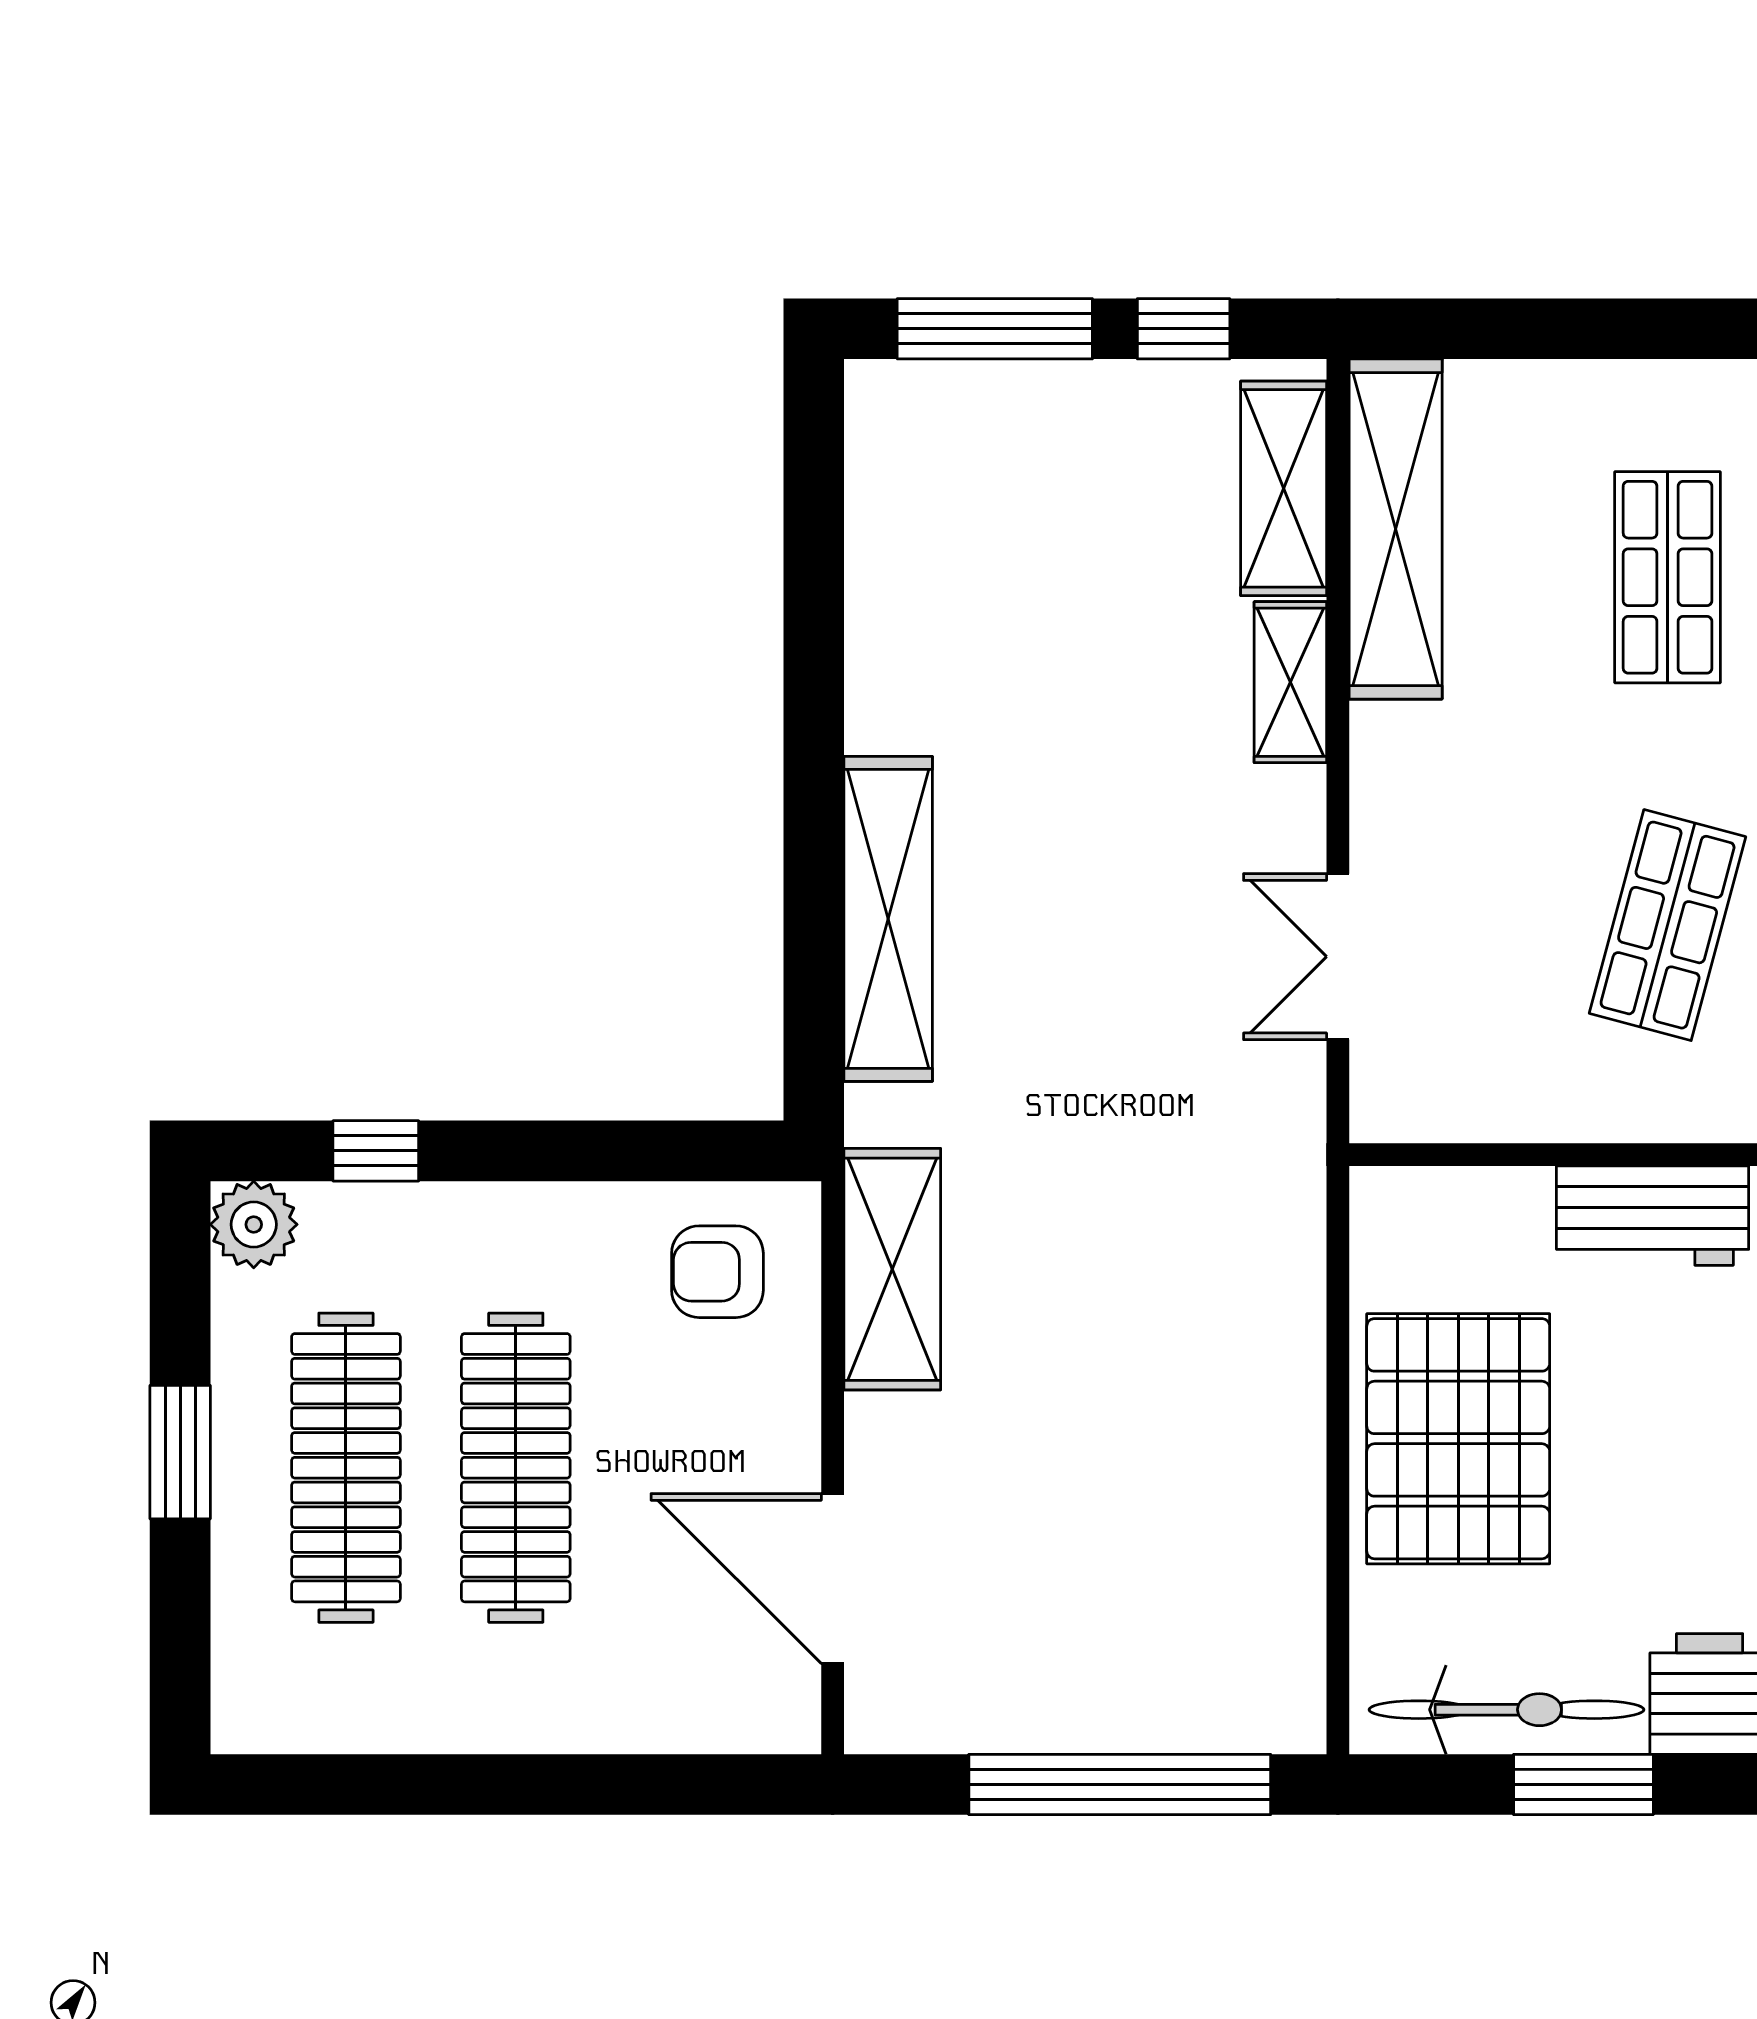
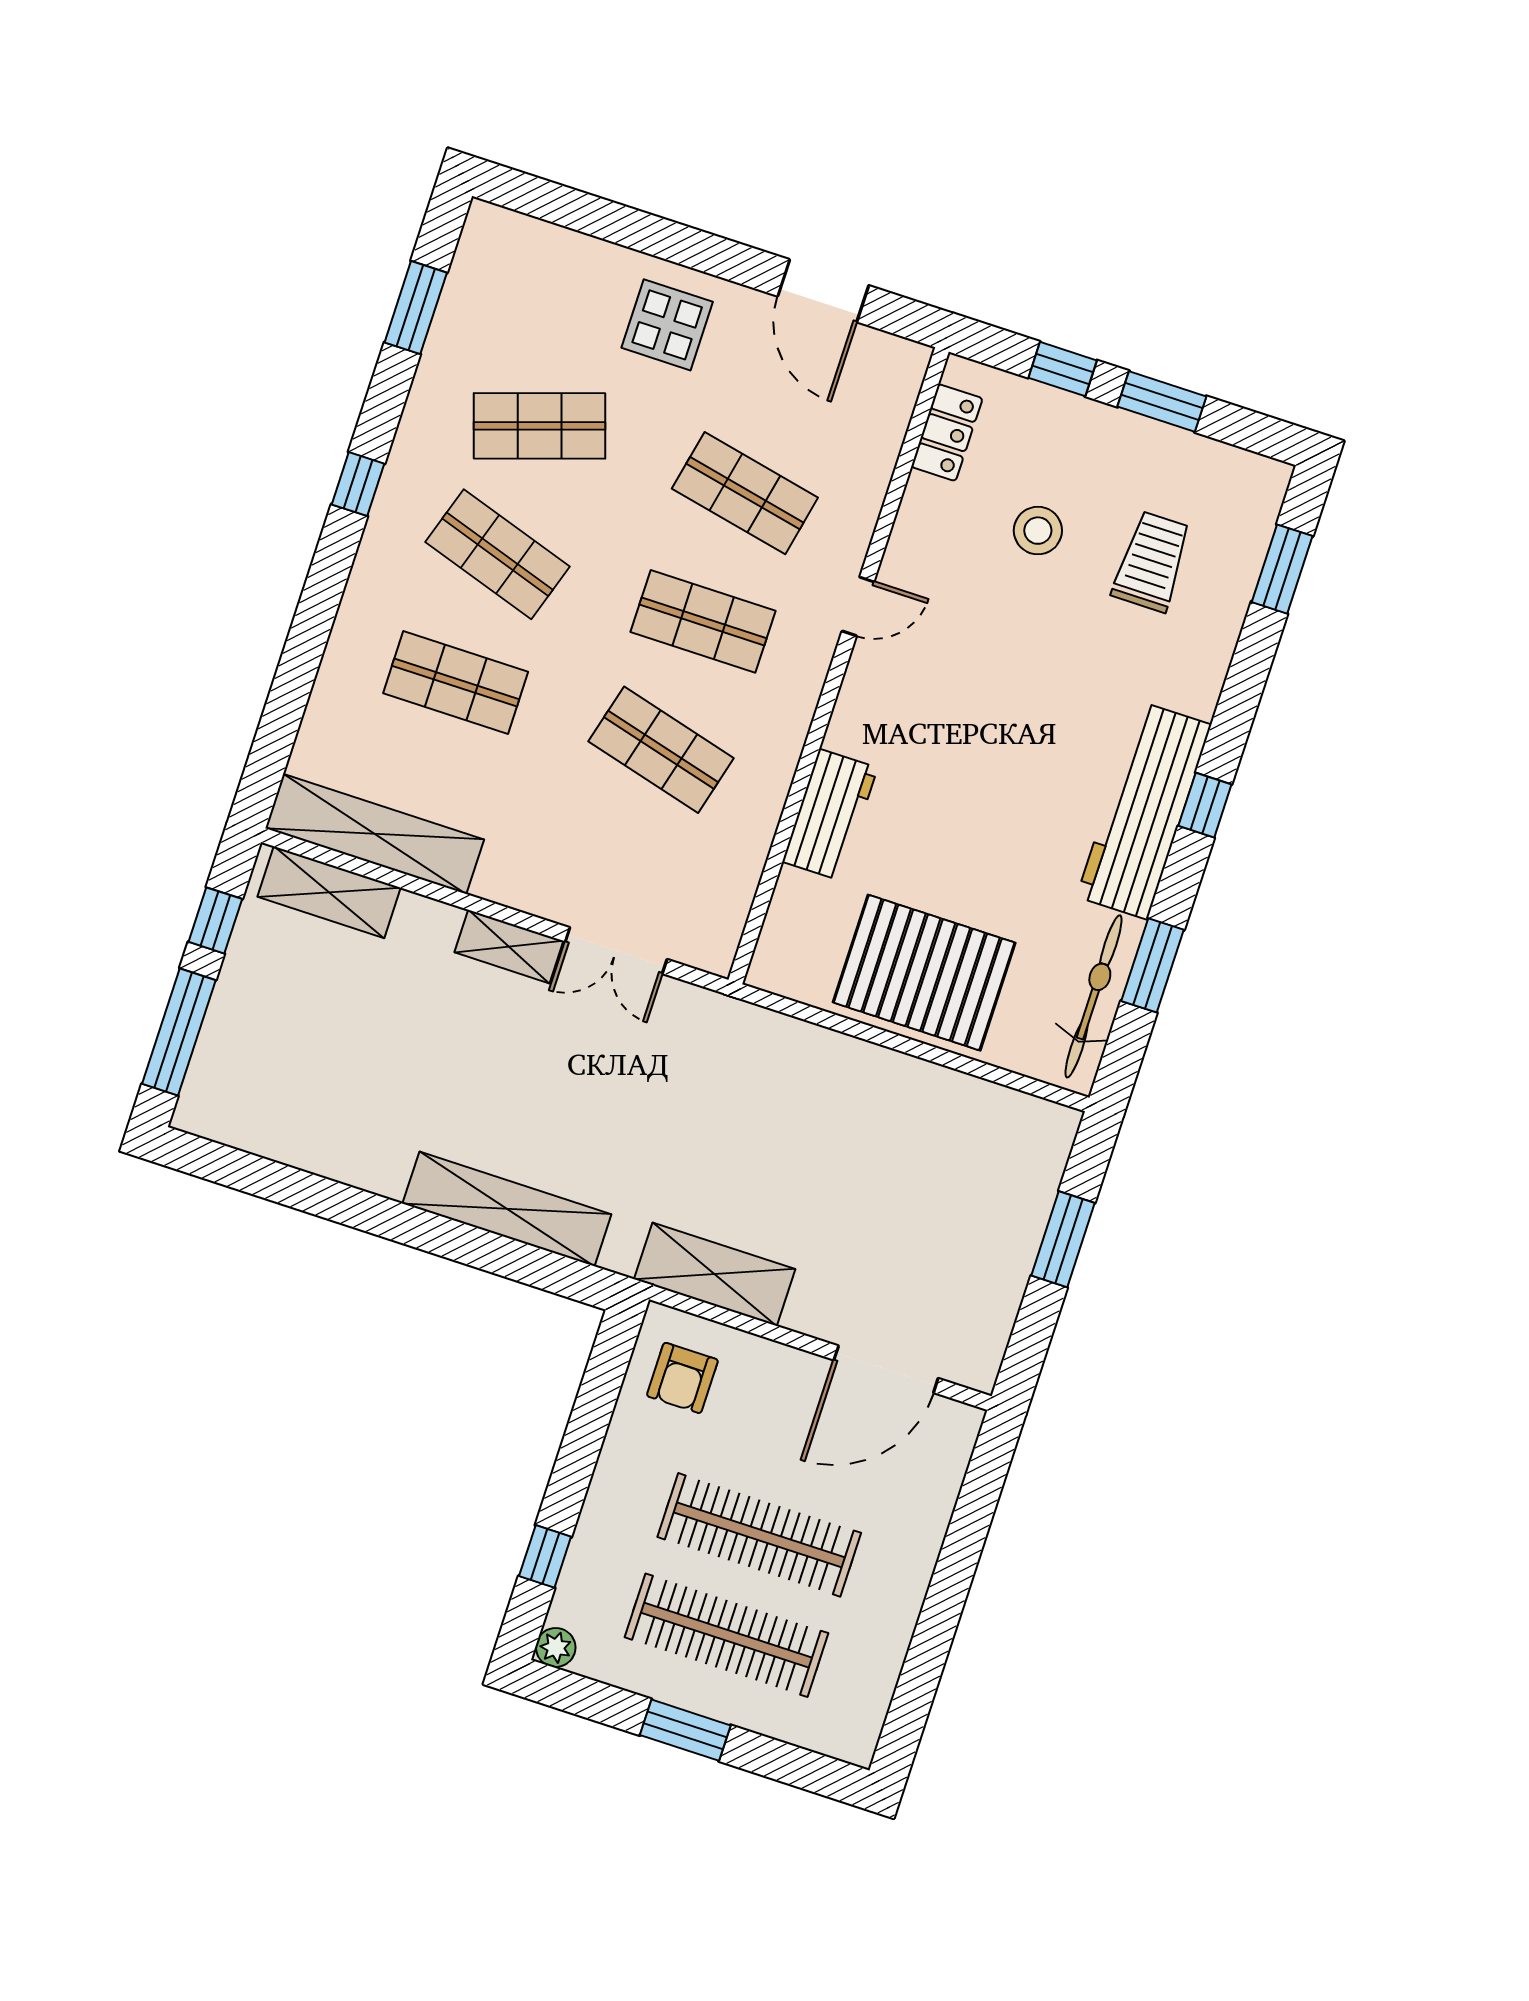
shelving: (1290, 682) -> (509, 947), moved
plant: (254, 1224) -> (556, 1647), width x0.73, depth x0.73
window: (1120, 1784) -> (1063, 1239), width x0.47

